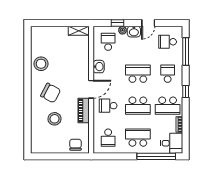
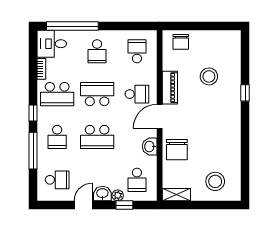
window: (186, 51) -> (33, 151), moved
stool: (41, 64) -> (215, 181), moved
chair: (51, 93) -> (177, 150), moved, turned -118
school desk: (168, 106) -> (57, 94), turned 180
window: (28, 107) -> (245, 93), added
school desk: (138, 138) -> (97, 51), width x0.54

